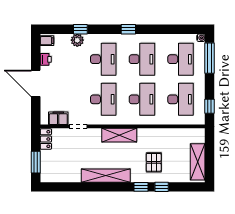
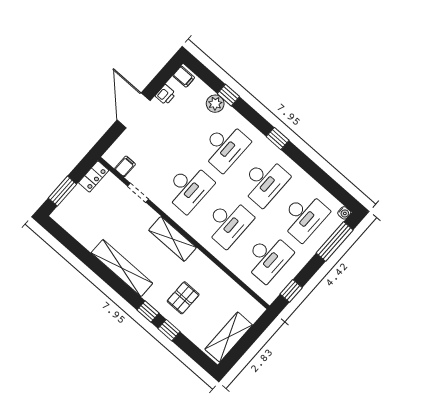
filing cabinet: (58, 118) -> (125, 166), width x0.50

